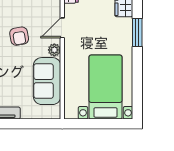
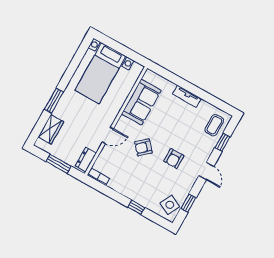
armchair: (19, 36) -> (143, 147), turned -122
plant: (54, 50) -> (123, 122), removed

